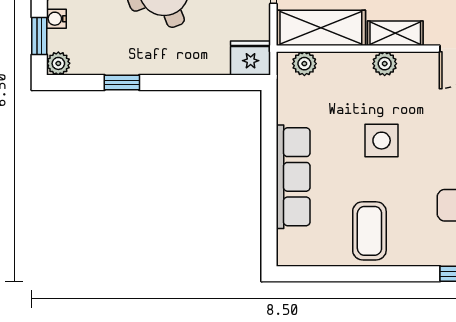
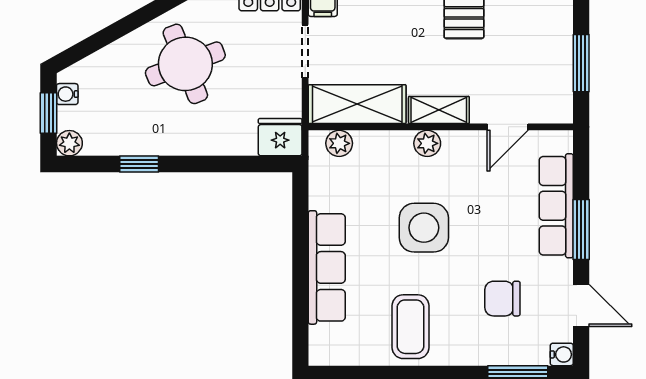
side table: (382, 141) -> (424, 228), width x1.37, depth x1.37

